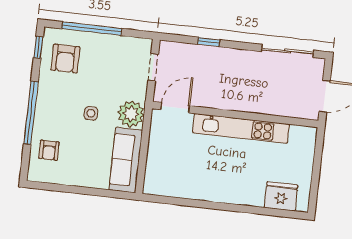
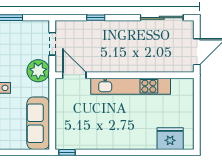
door: (175, 108) -> (74, 75), hinge flipped
plant: (131, 114) -> (38, 71), moved
window: (156, 199) -> (67, 152), added

